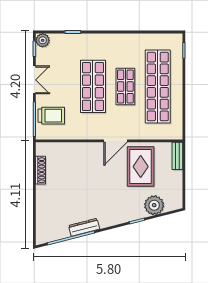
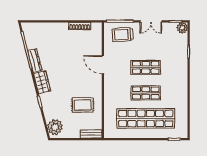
shop shelf: (93, 86) -> (146, 67), width x0.70, depth x0.74
trolley: (51, 116) -> (123, 35), turned 86
door: (116, 141) -> (103, 65), moved
rug: (141, 167) -> (83, 105), width x0.73, depth x0.70
plant: (154, 205) -> (55, 127), moved
wardrobe: (112, 218) -> (42, 82), added

